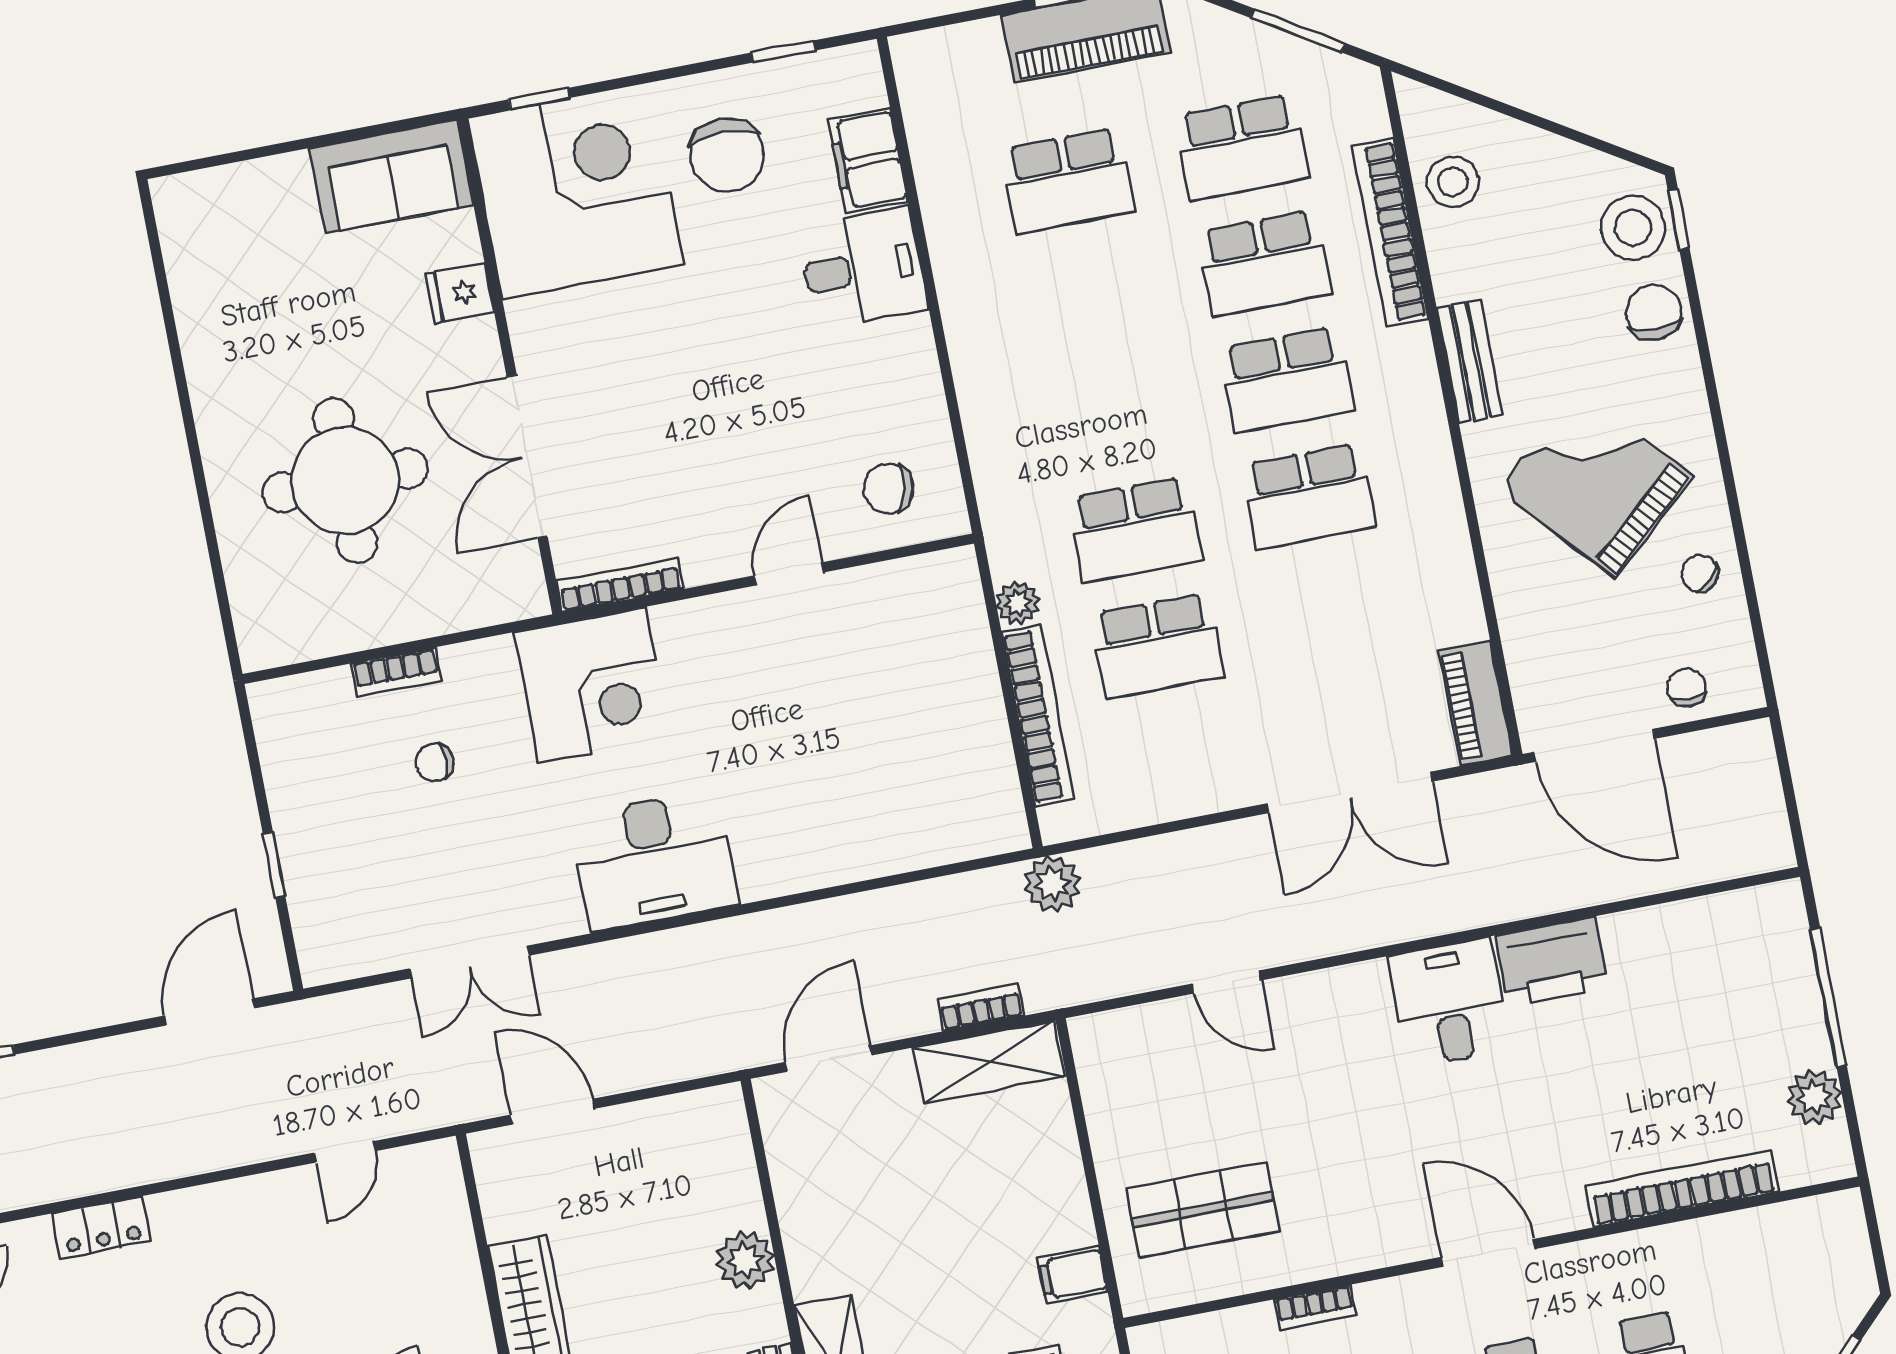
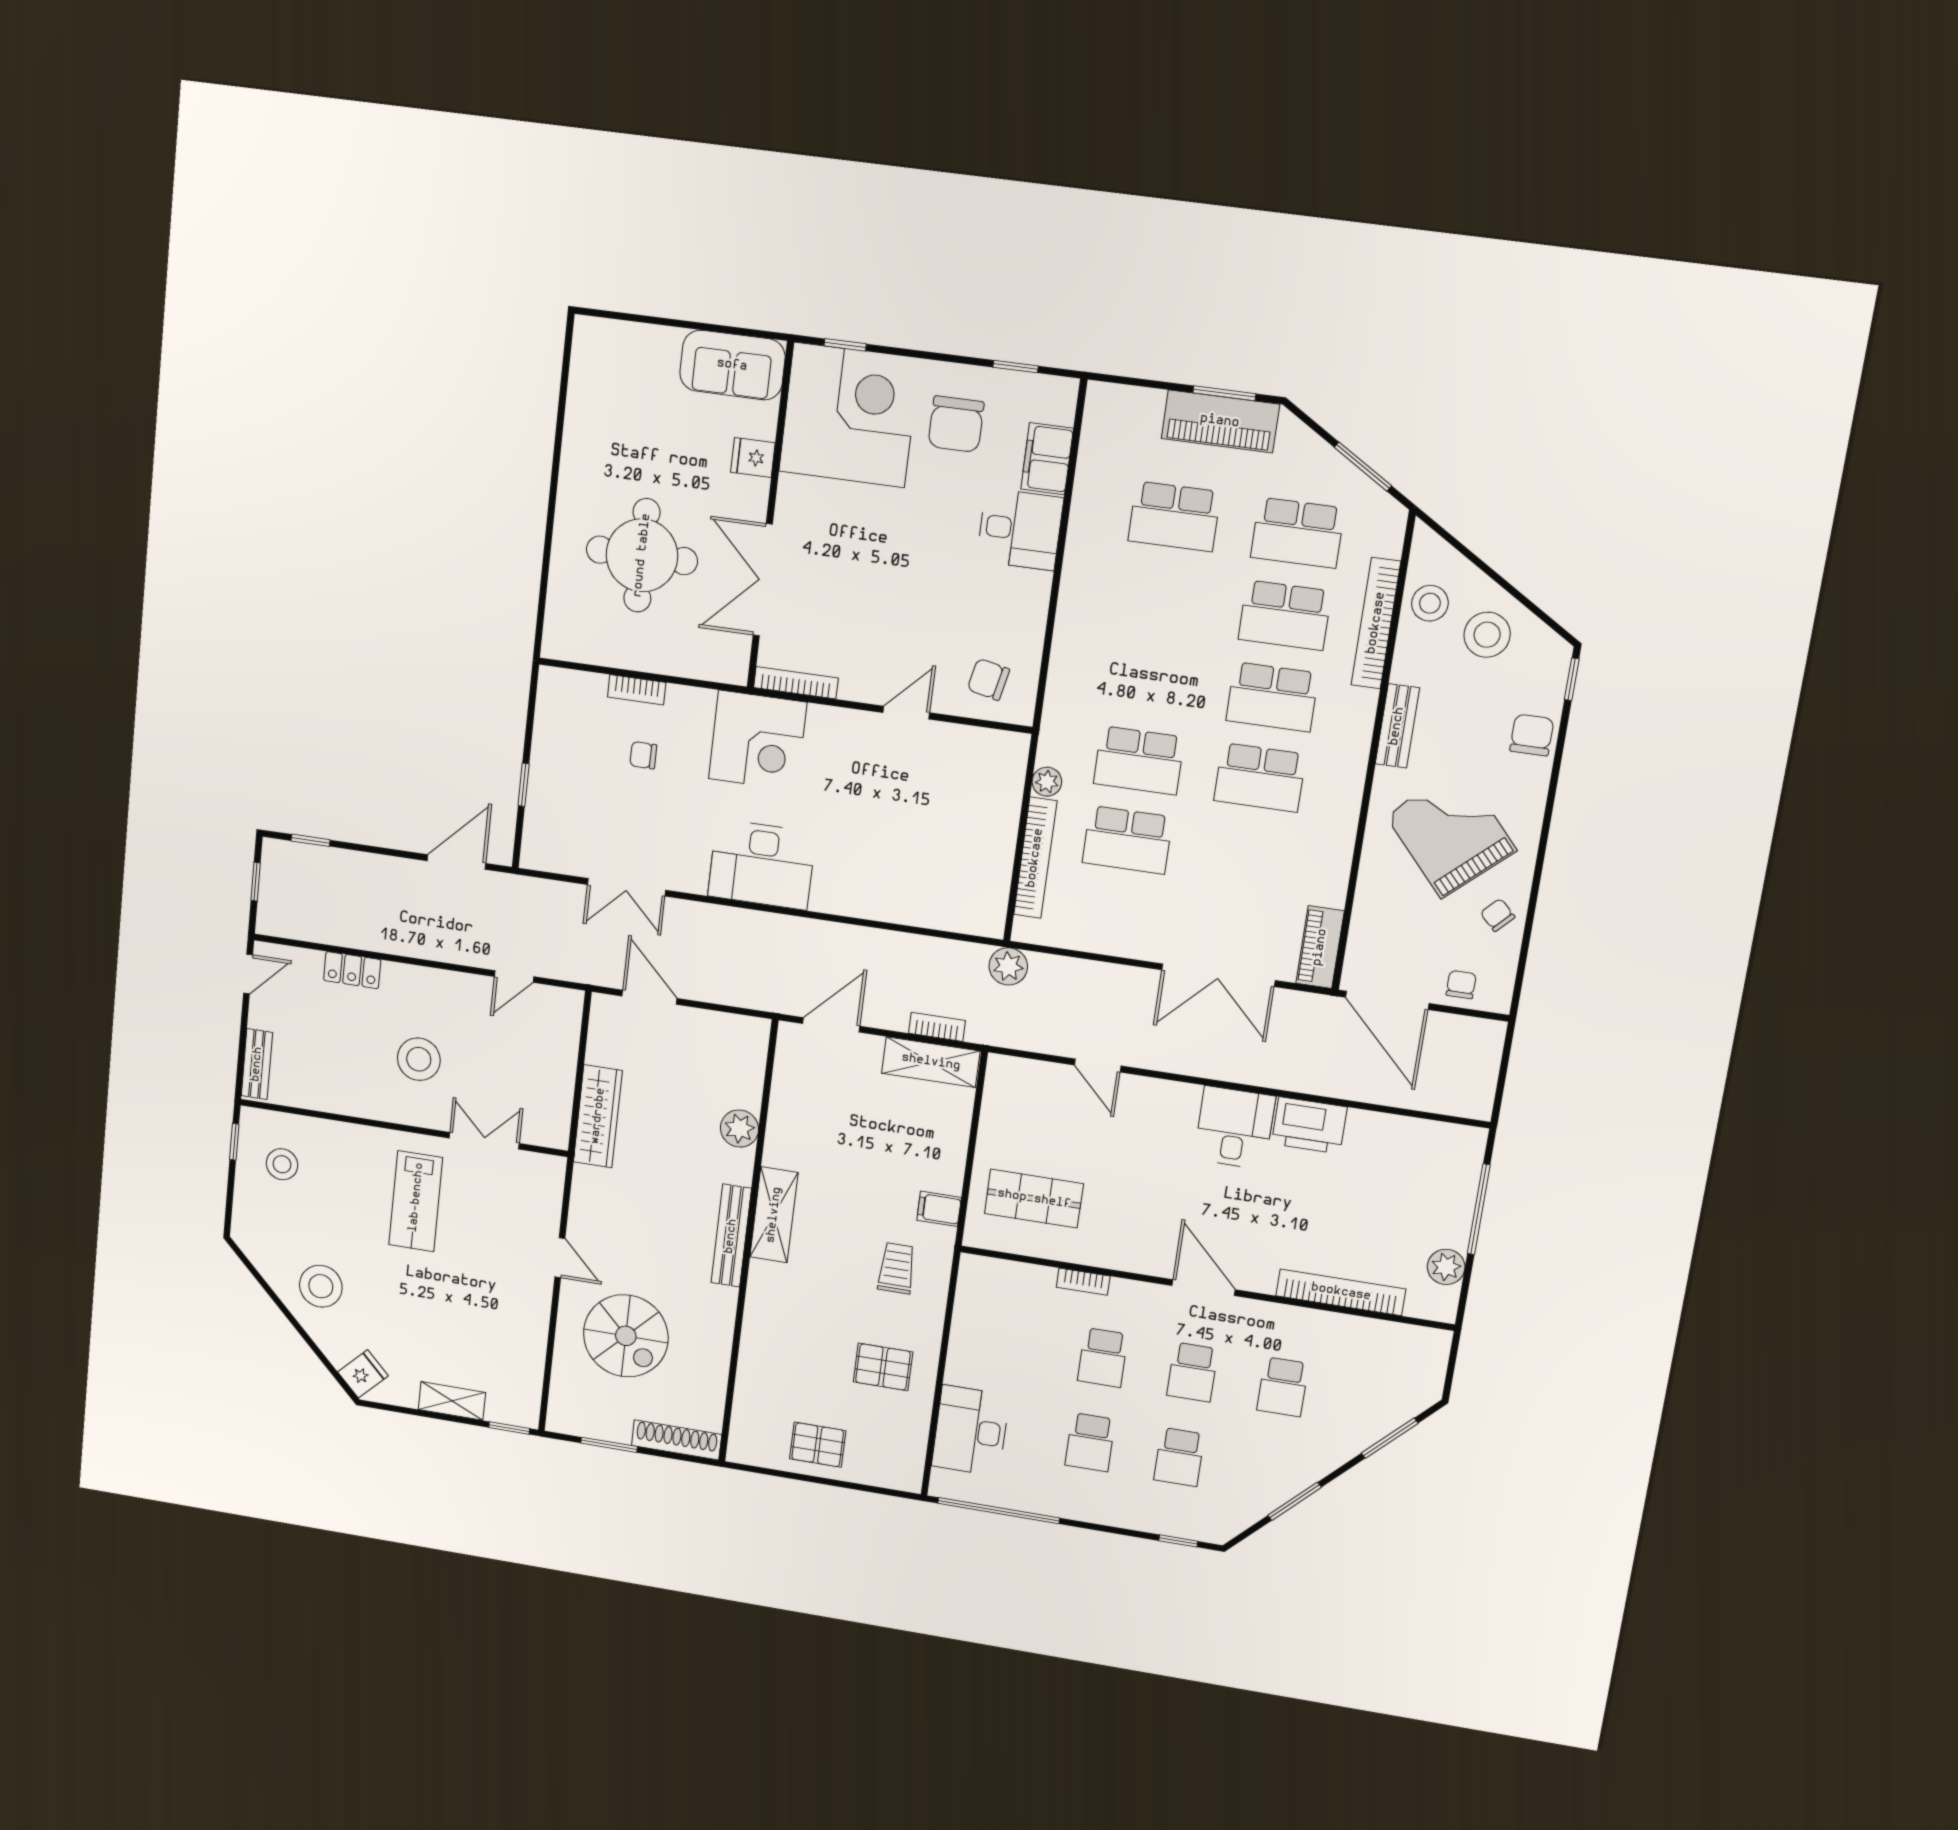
stool: (1633, 228) -> (1487, 635), moved

